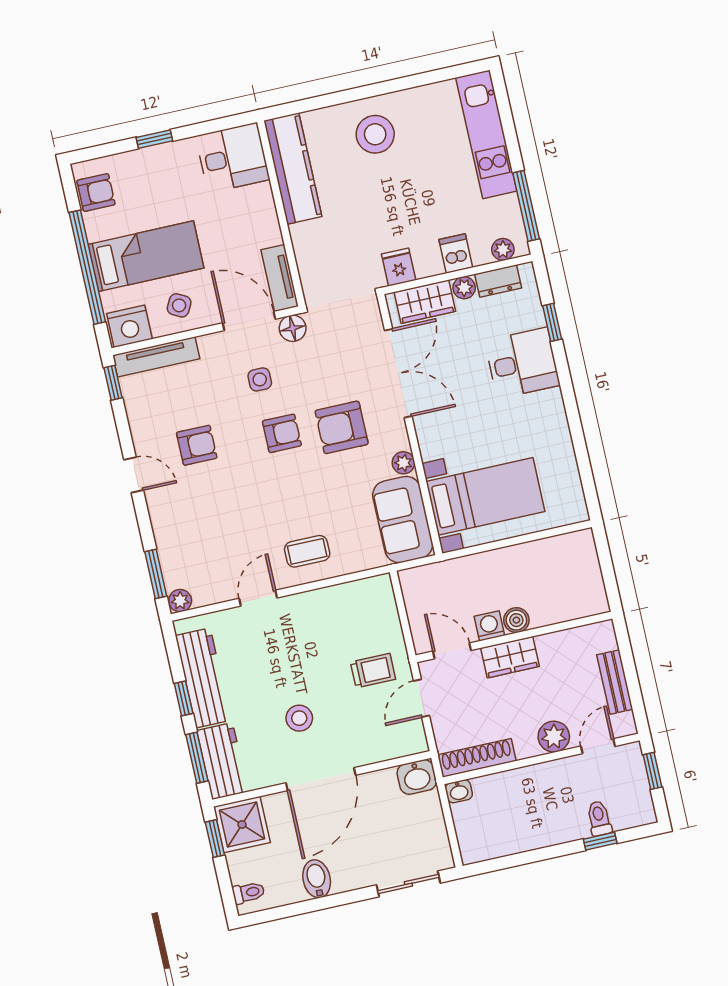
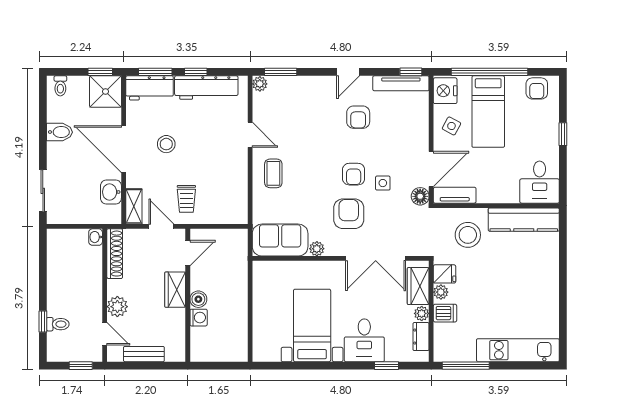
stool: (375, 134) -> (468, 235), moved
plant: (503, 249) -> (441, 292), moved
tv unit: (156, 357) -> (401, 83), moved, turned -90
side table: (260, 379) -> (383, 183), moved
bed with nightstands: (485, 496) -> (312, 325), moved, turned 180
washing machine: (489, 626) -> (199, 318), moved
shelving: (401, 745) -> (134, 206), added
washbasin: (417, 777) -> (111, 192), moved

